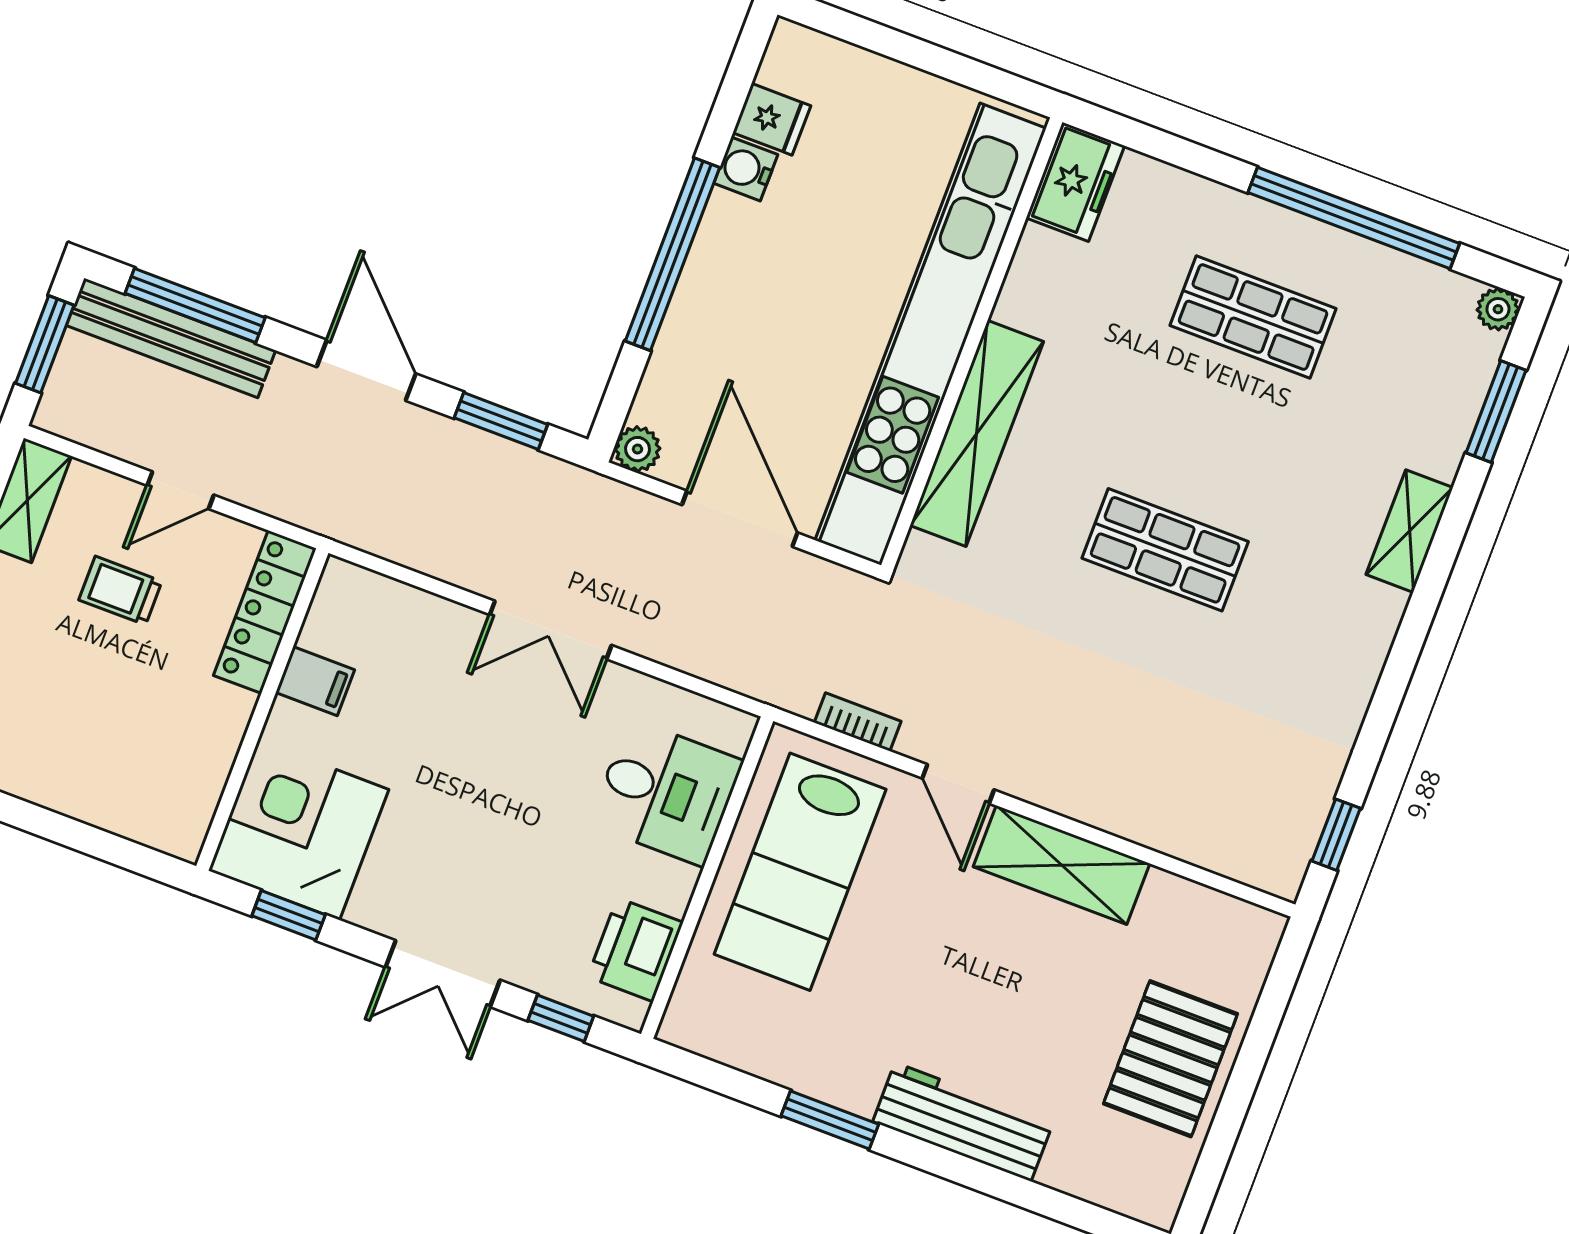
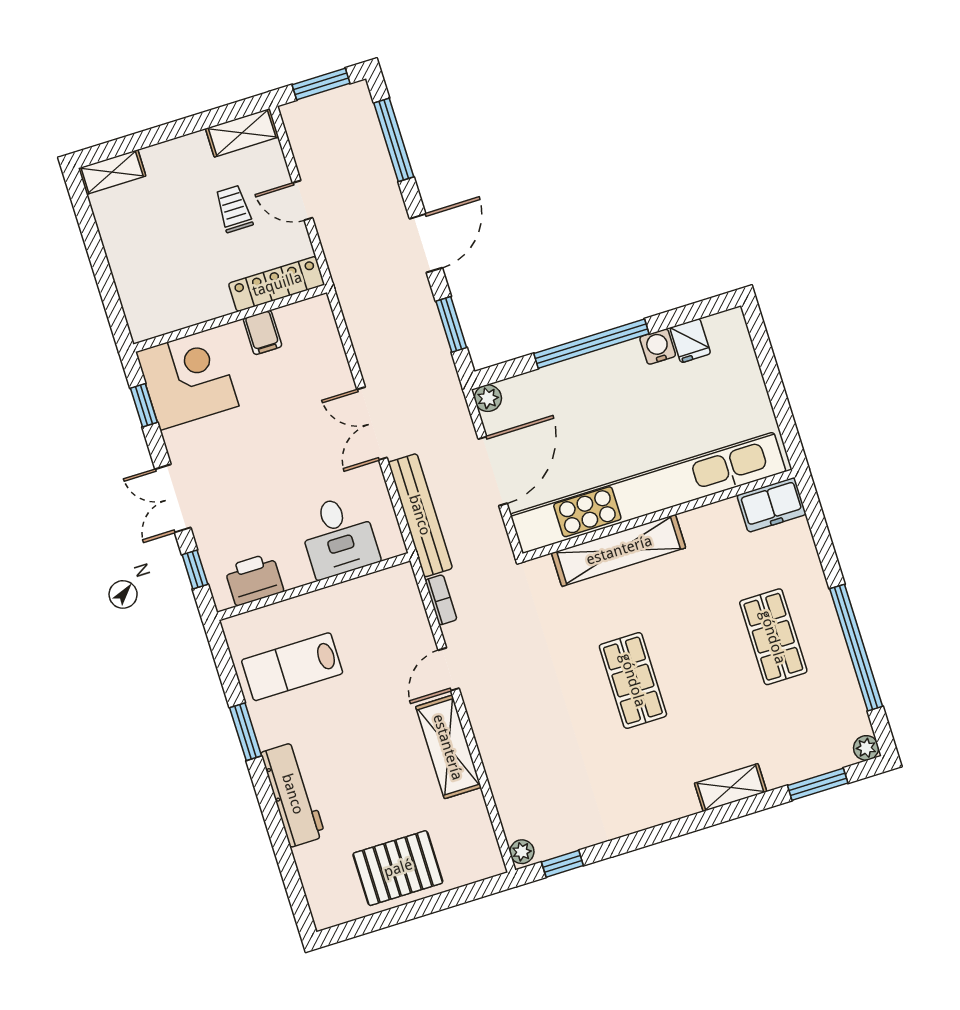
bench: (171, 338) -> (420, 515), moved
lab bench: (800, 872) -> (292, 667), moved, width x0.73, depth x0.72
plant: (1278, 876) -> (522, 852), added

